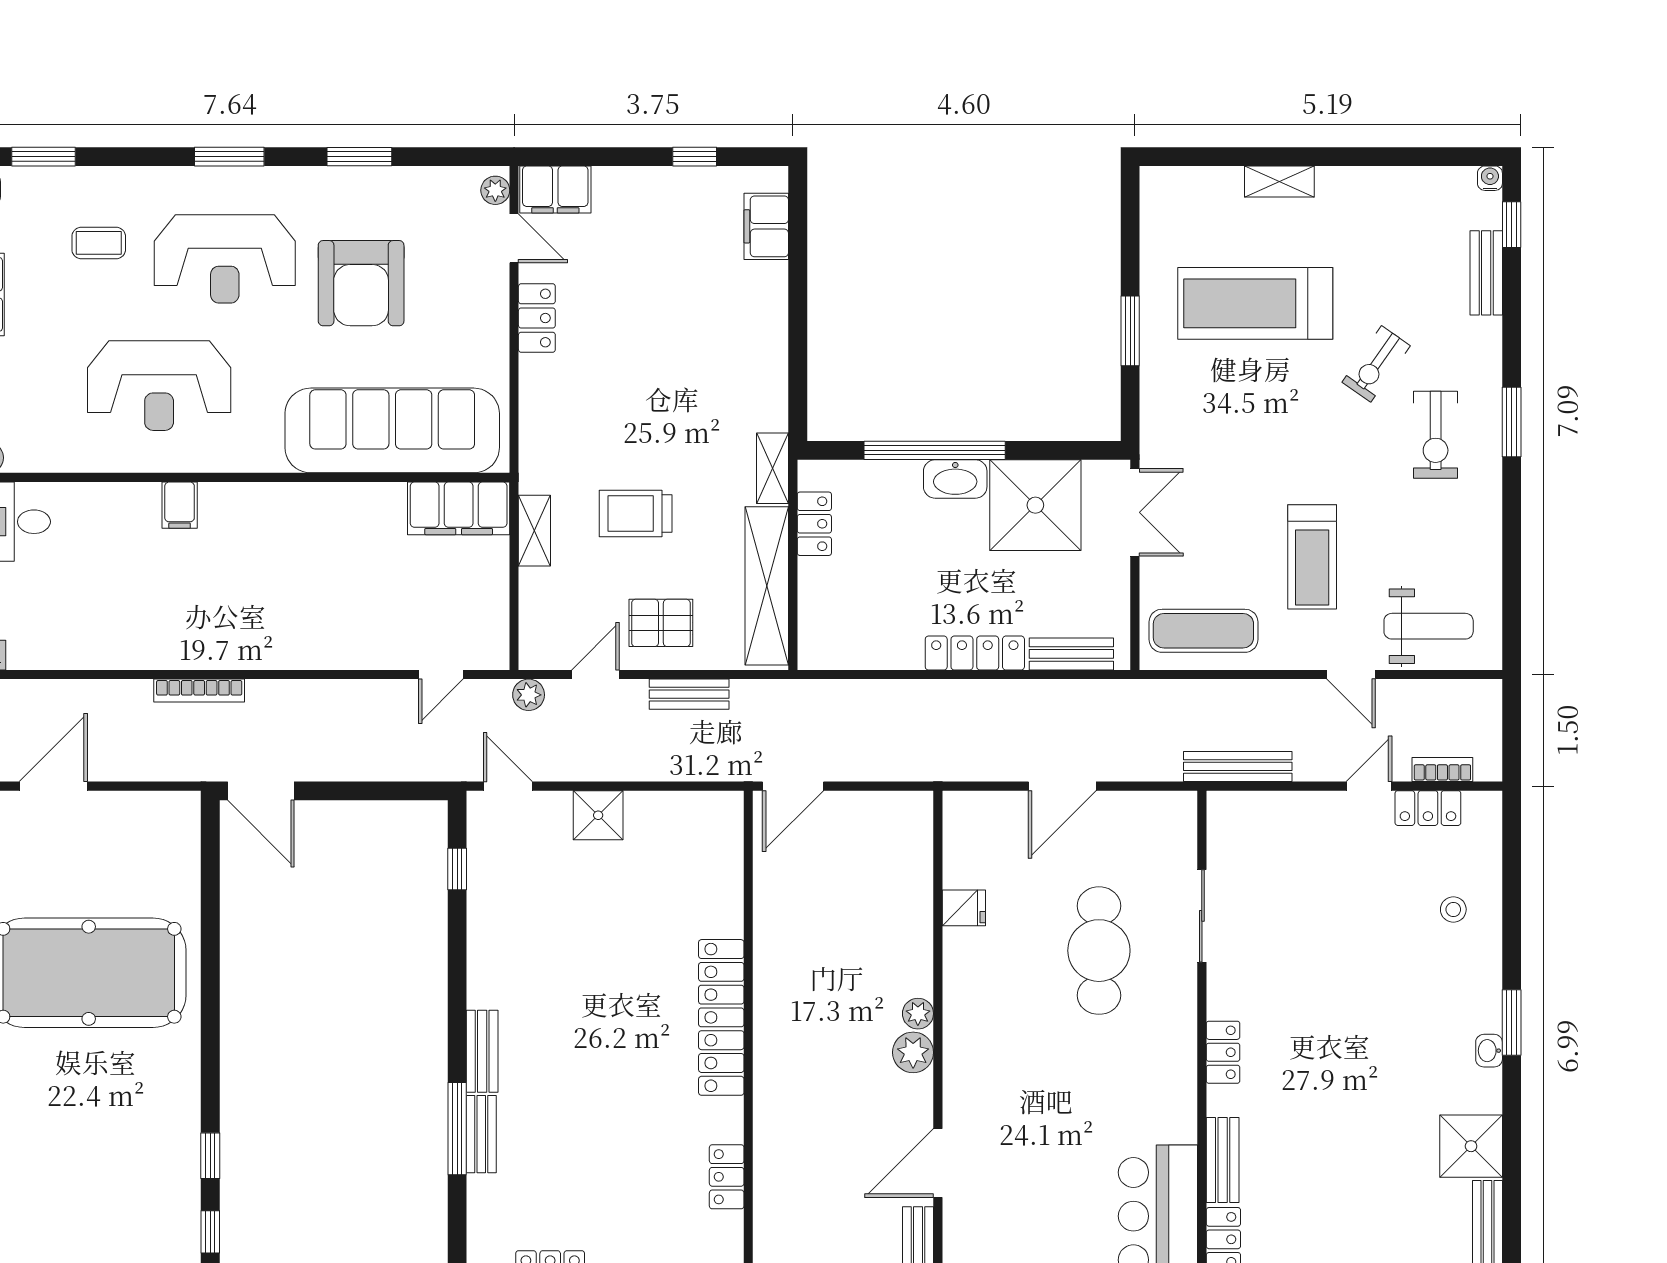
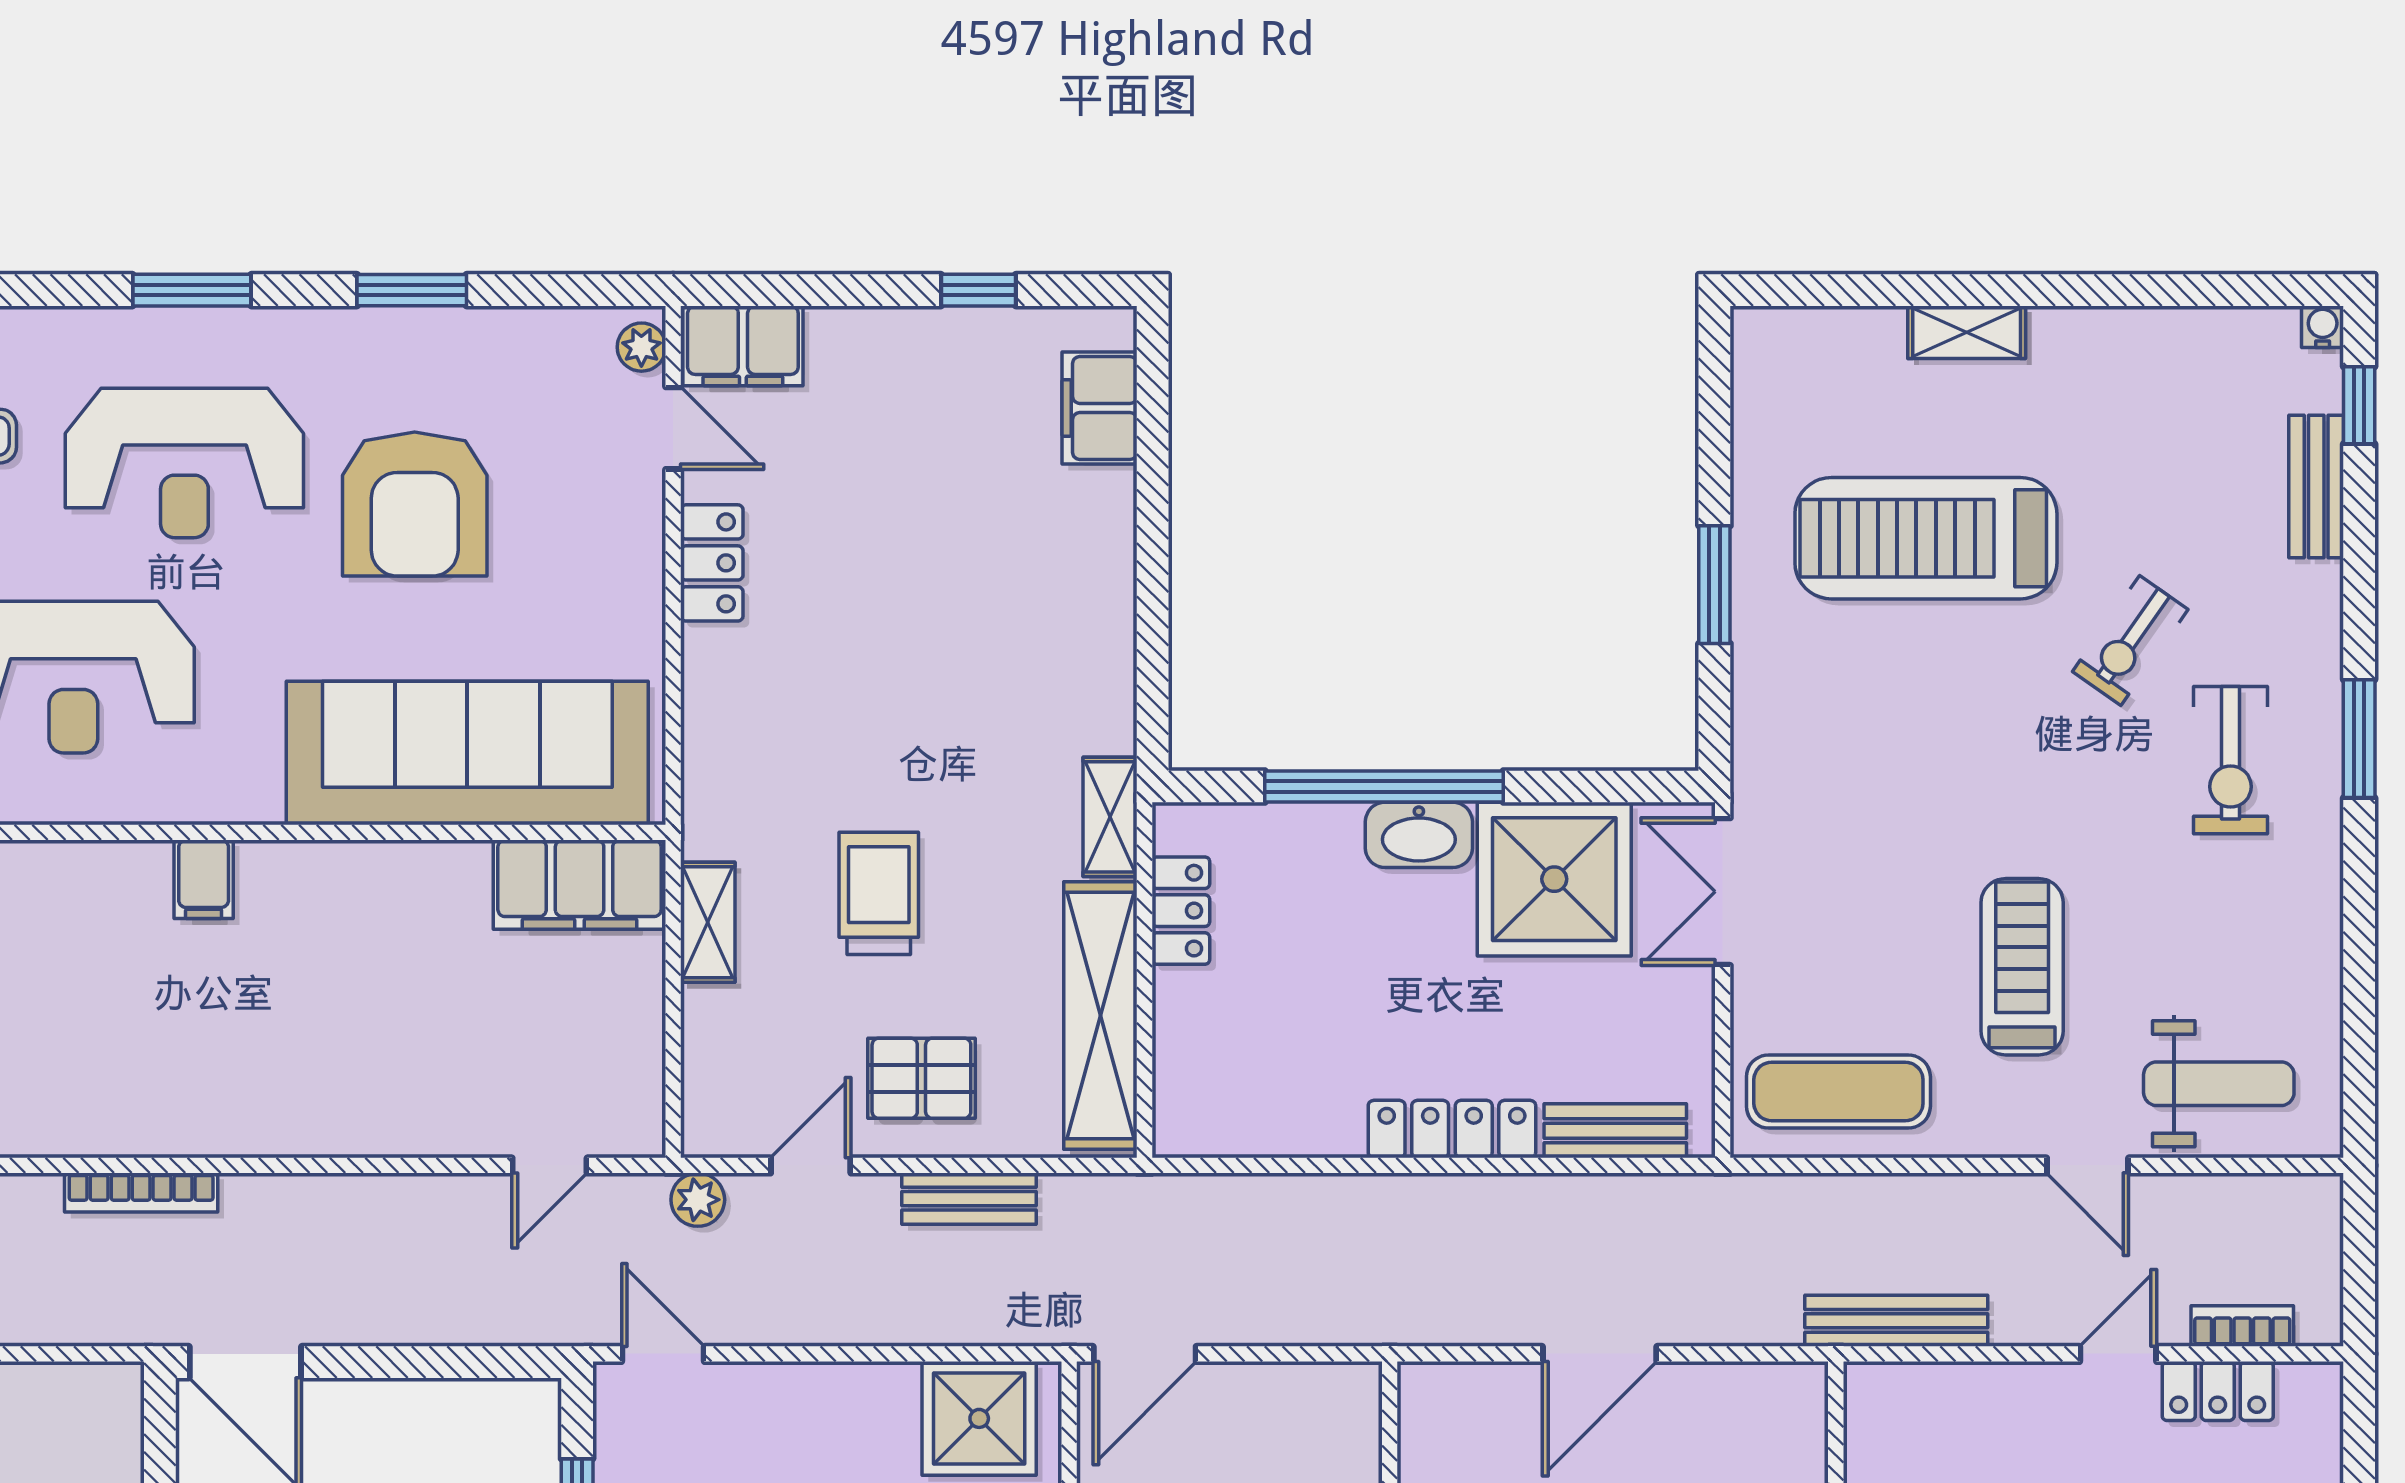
filing cabinet: (180, 505) -> (204, 879), moved
double door: (1135, 512) -> (1723, 892), swing flipped
trolley: (636, 513) -> (879, 893), turned 90
treadmill: (1312, 557) -> (2022, 967), turned 180
shower: (598, 815) -> (979, 1418), moved, width x1.36, depth x1.36

